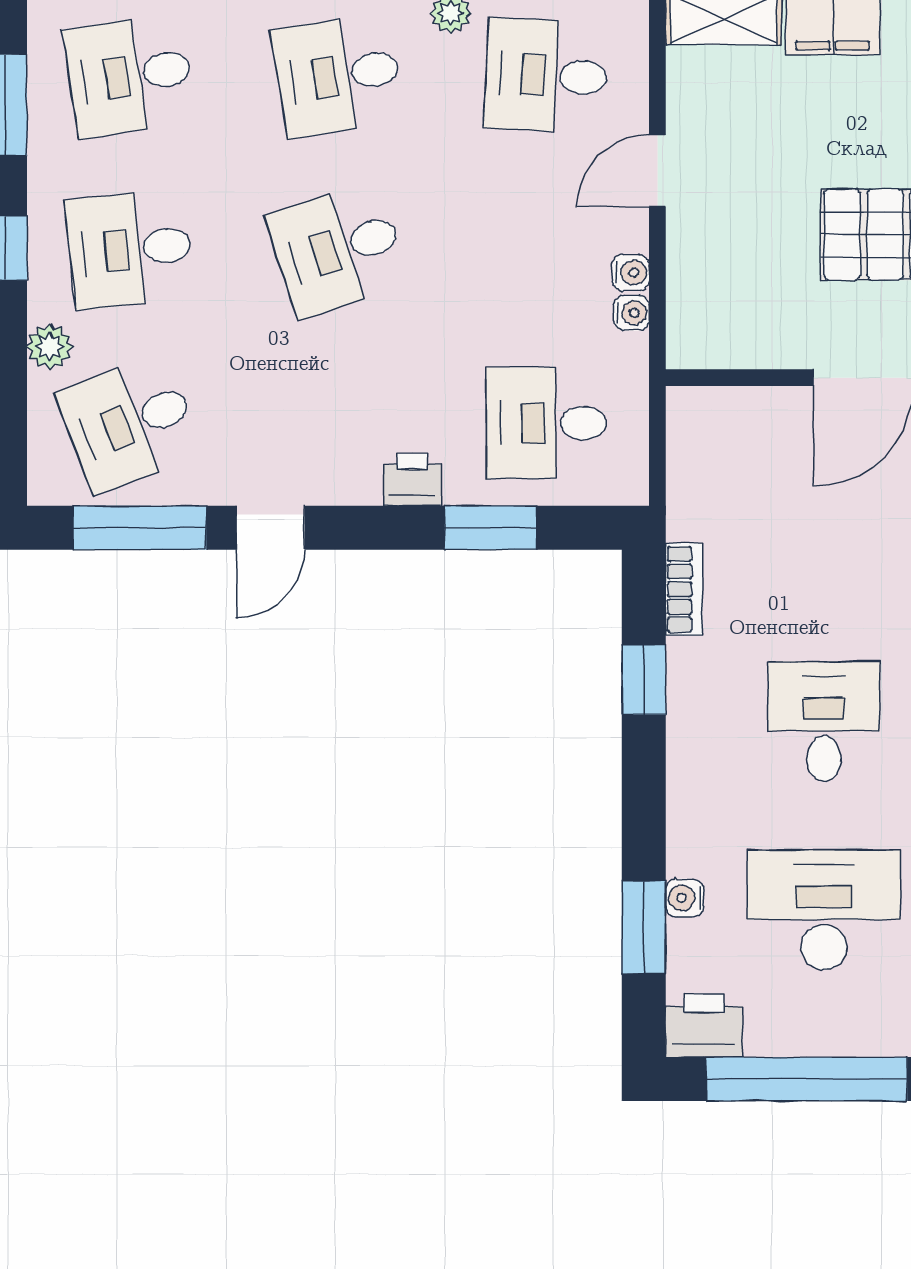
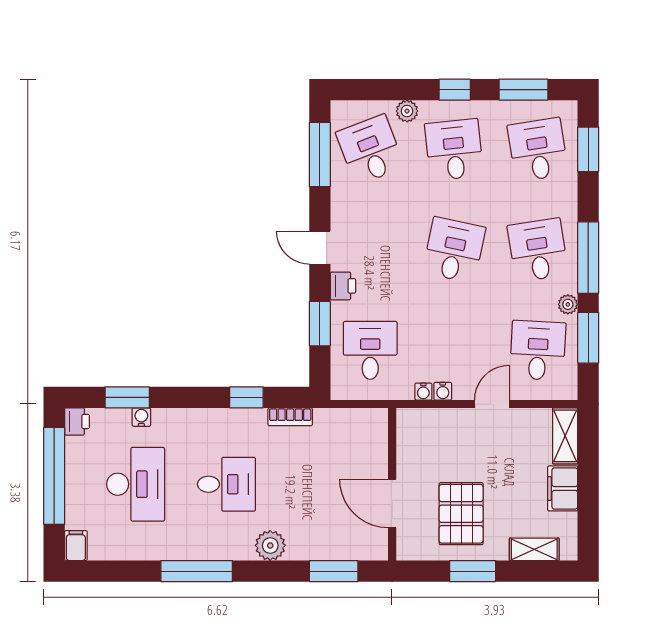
door: (657, 171) -> (492, 404), hinge flipped
desk: (338, 249) -> (454, 250), turned 30
door: (270, 528) -> (320, 248), moved
printer: (704, 1025) -> (77, 422), width x0.73, depth x0.81

